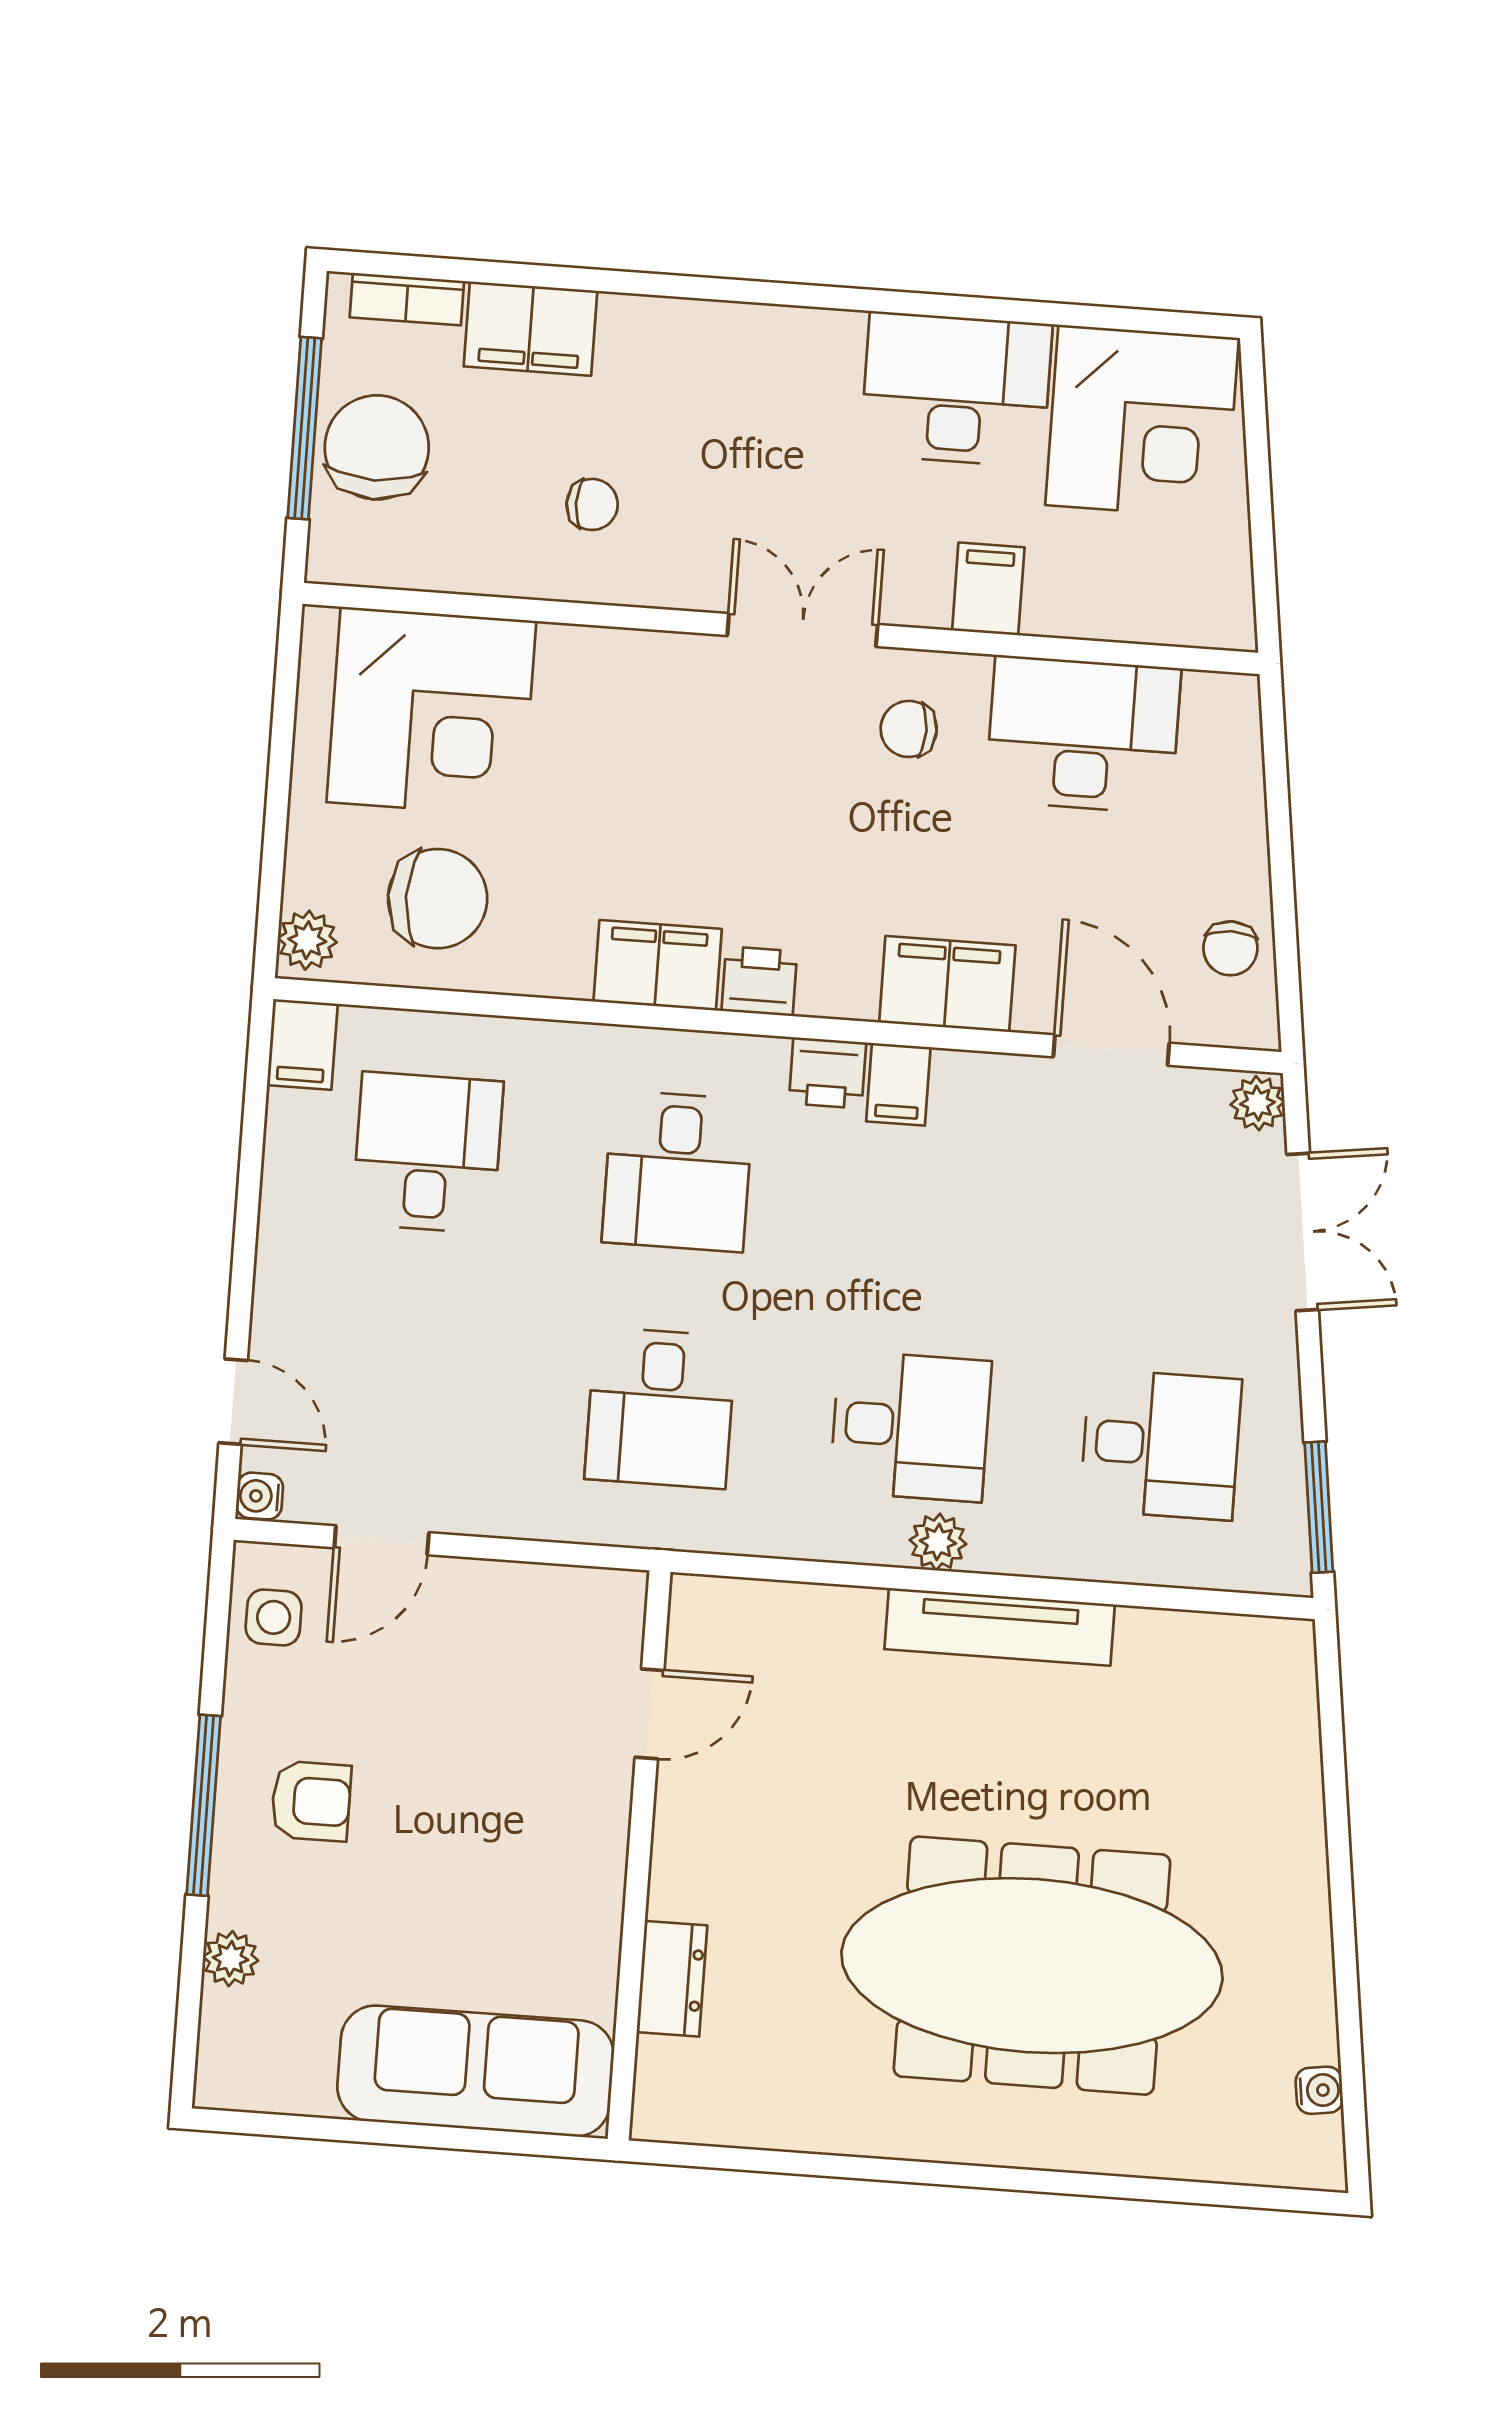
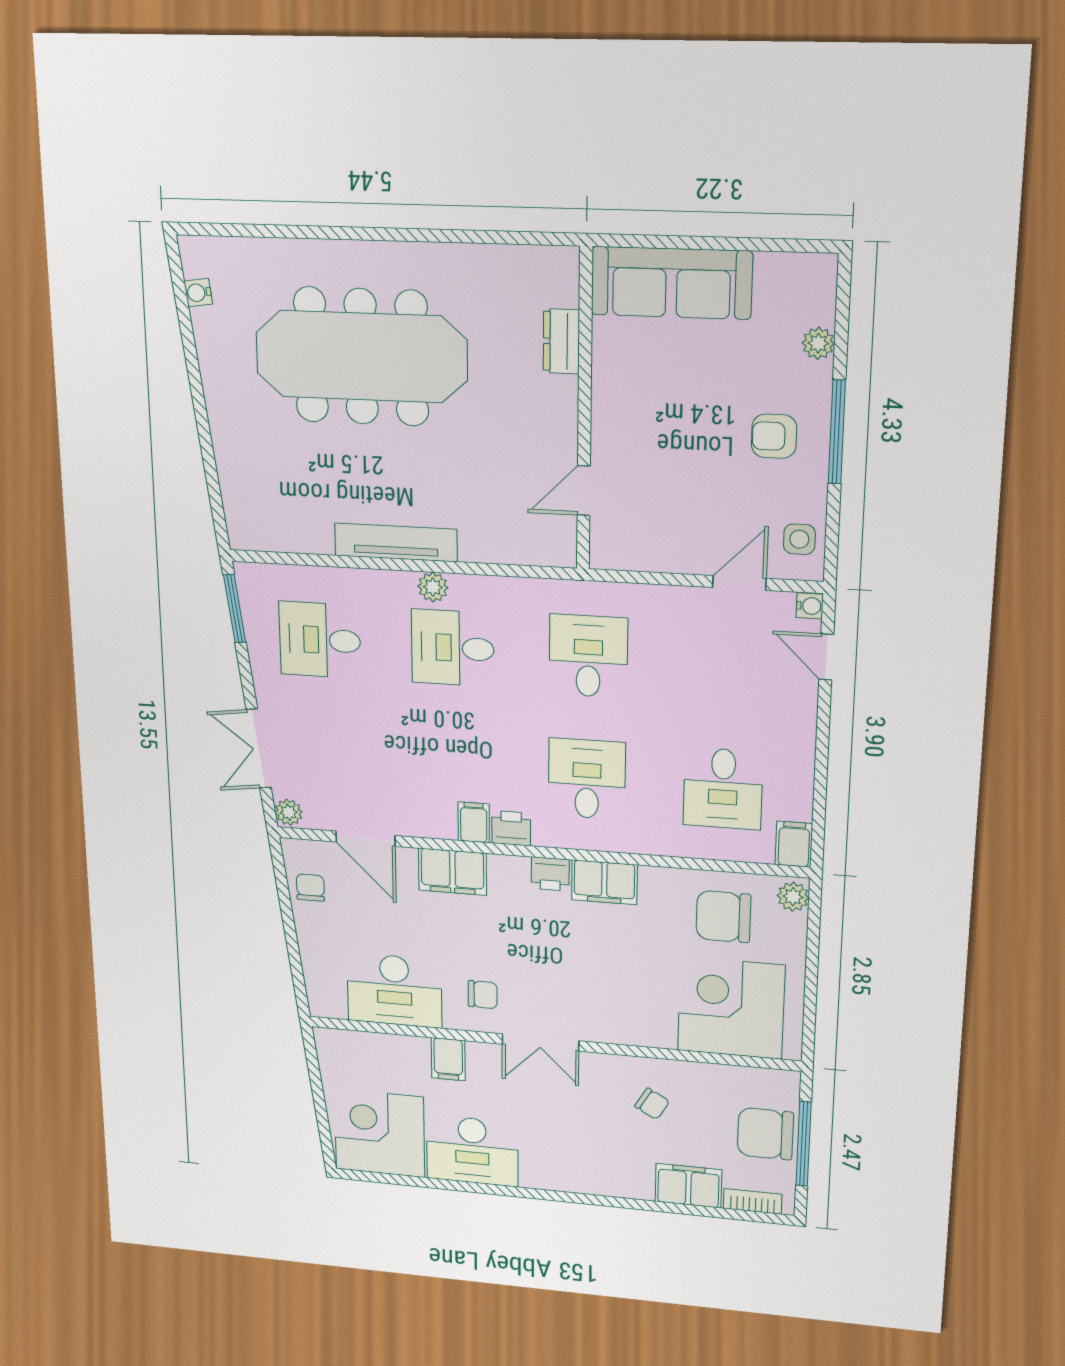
chair: (377, 447) -> (765, 1134), turned 90
chair: (592, 504) -> (652, 1104), turned -150

